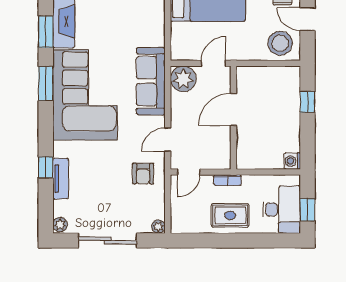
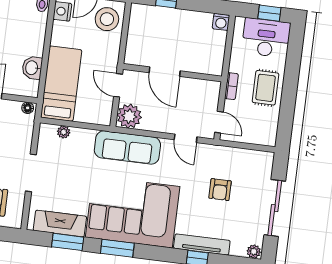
armchair: (143, 174) -> (220, 190), moved, turned 90
tv unit: (61, 179) -> (202, 244), width x1.41
plant: (158, 227) -> (64, 132), moved

